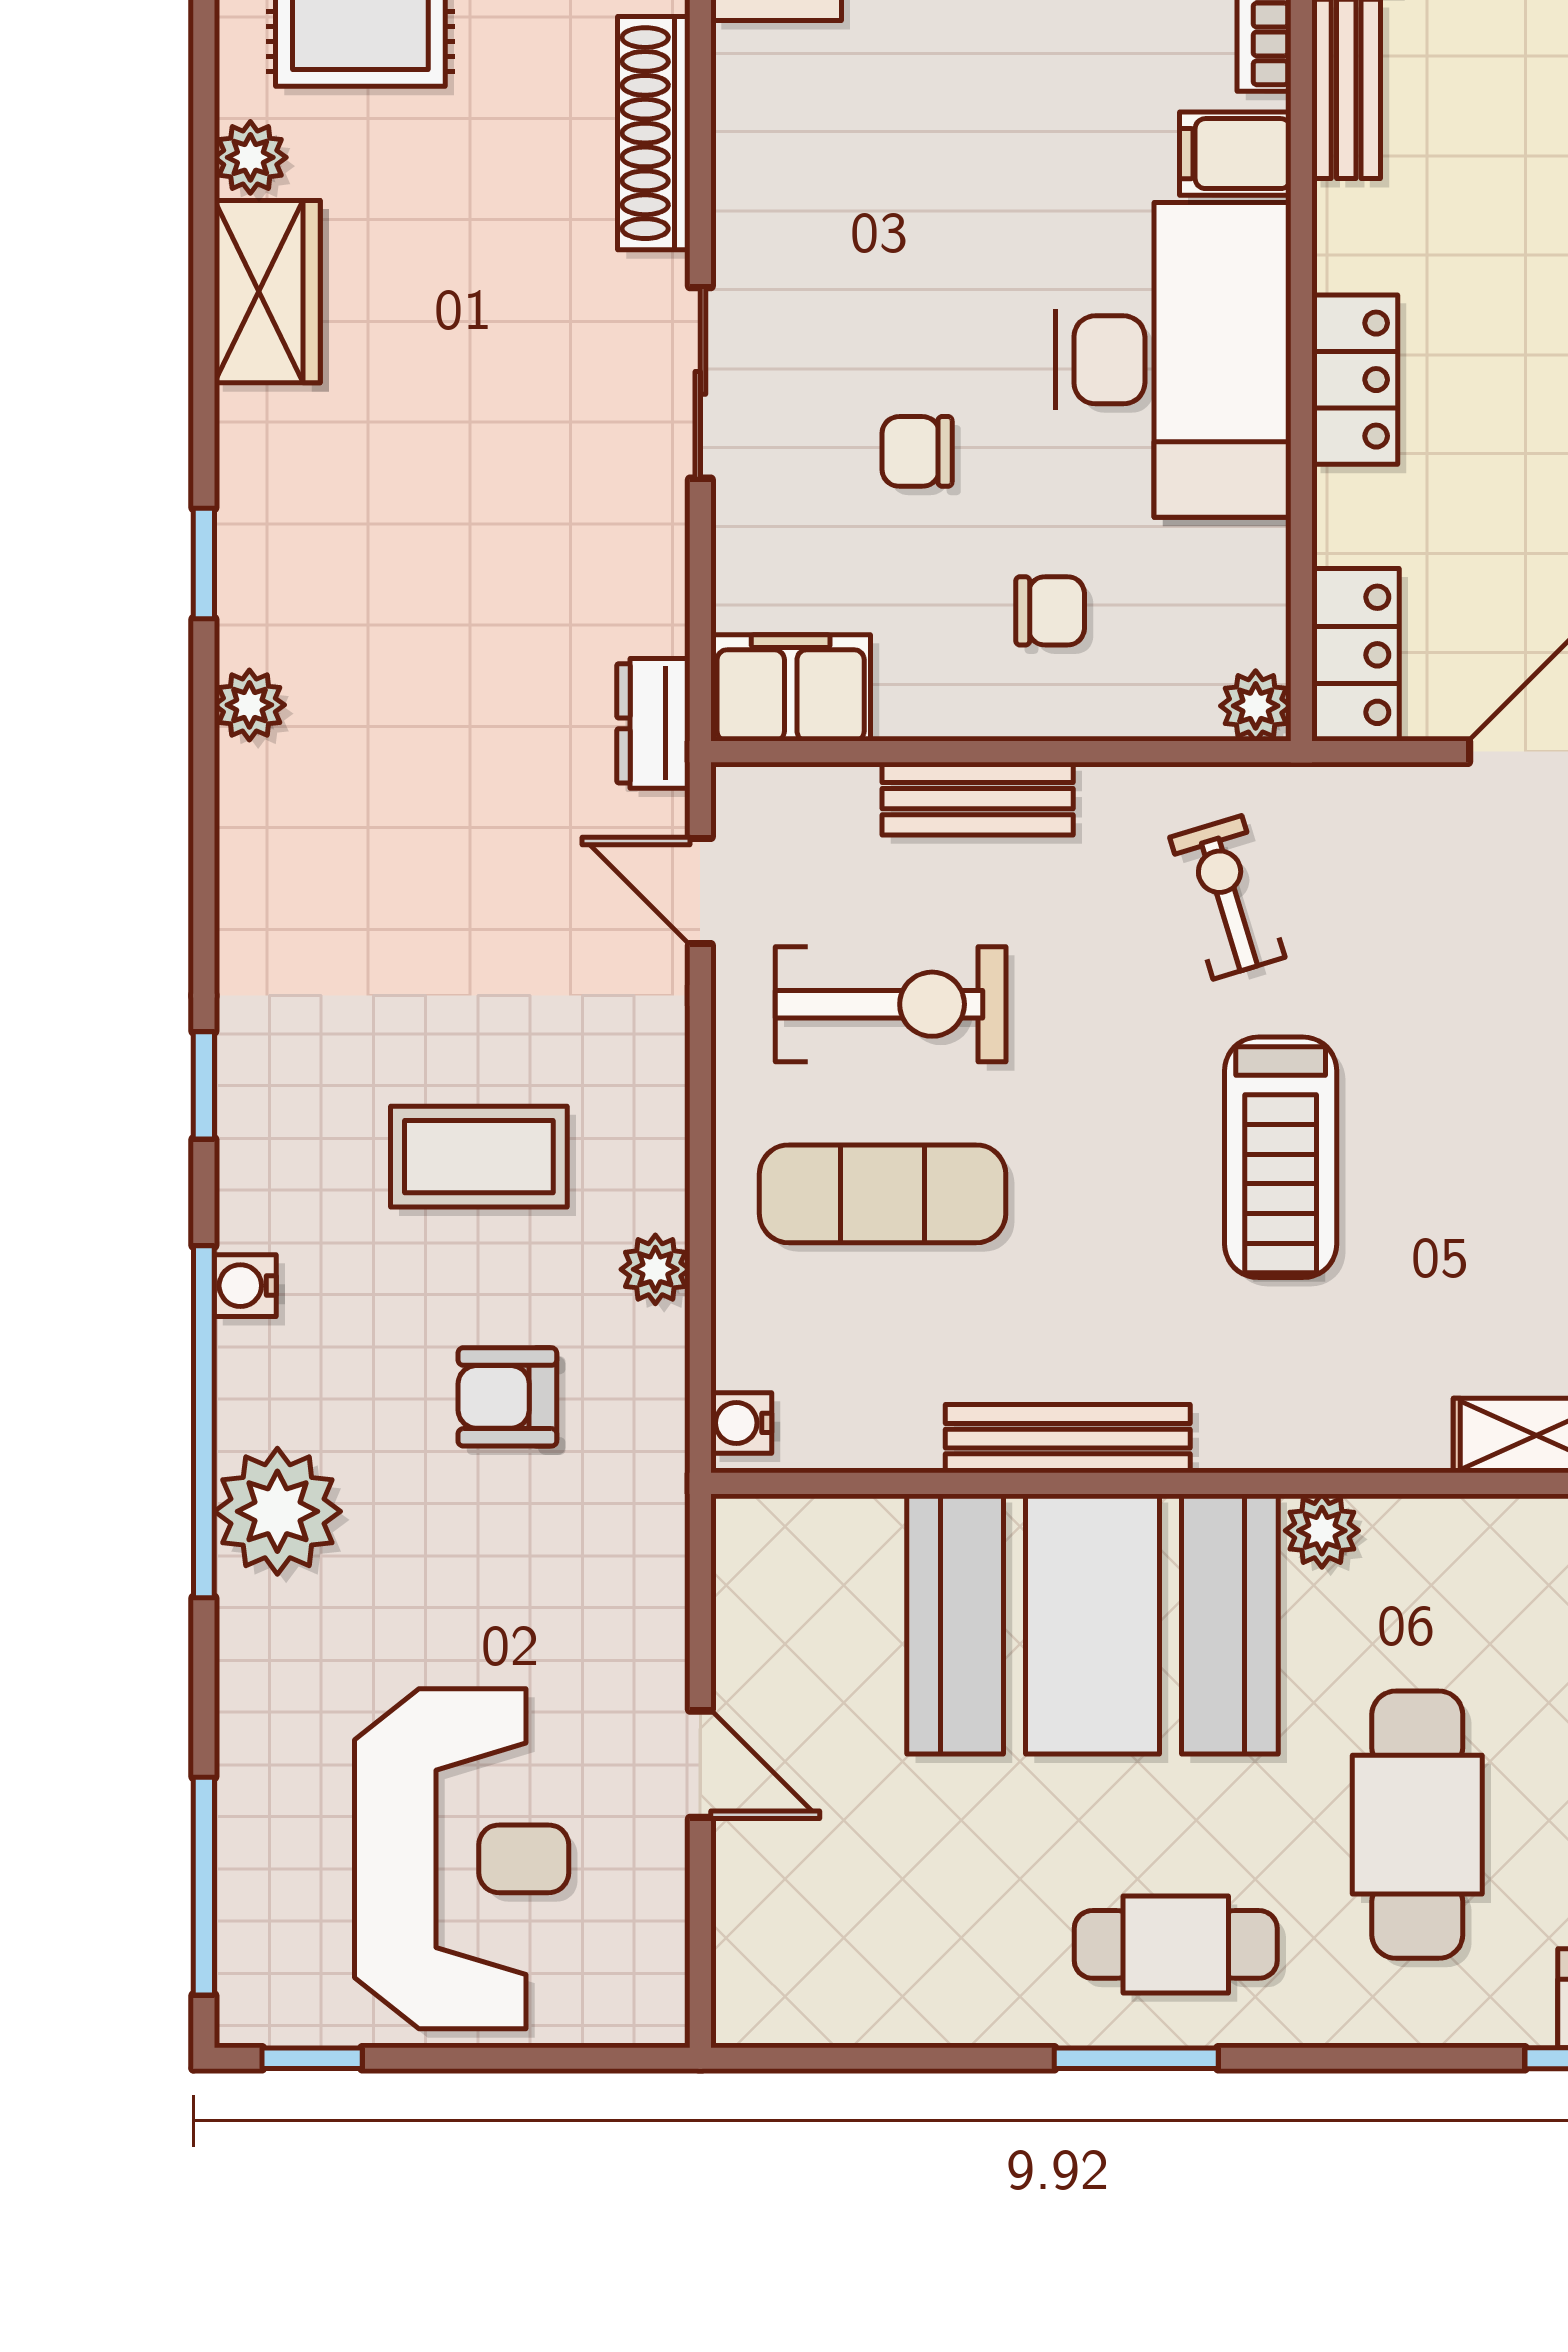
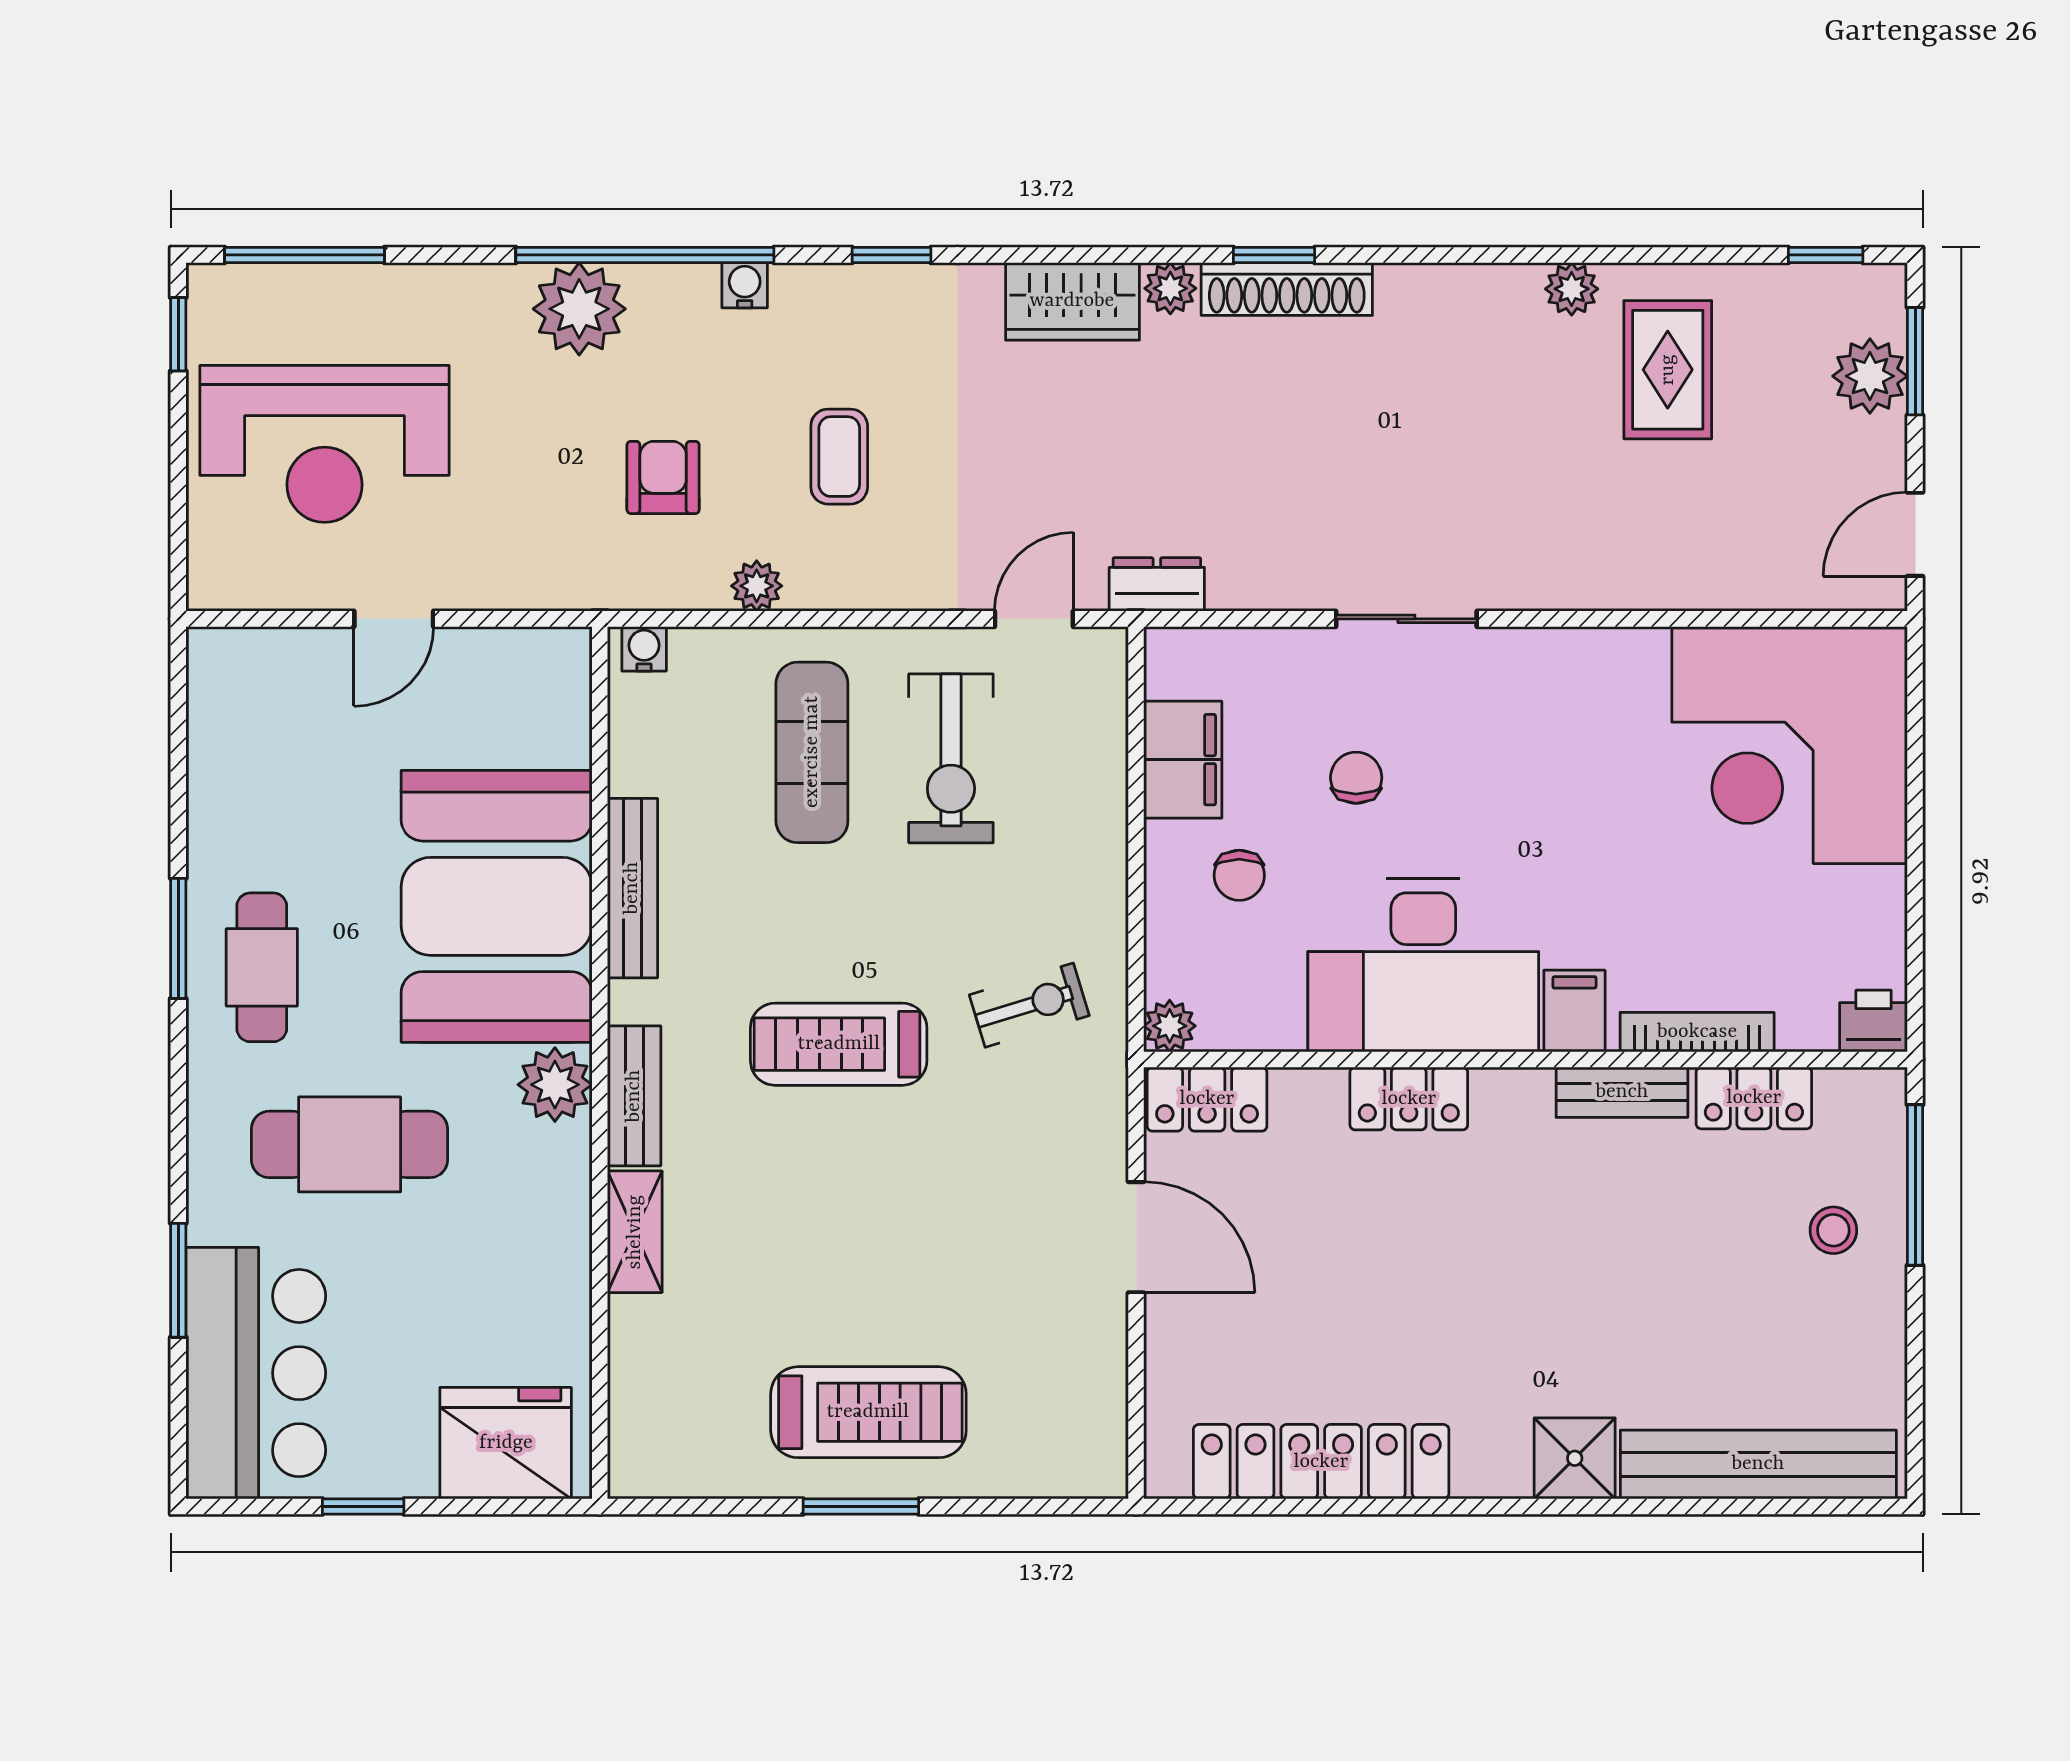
shoe rack: (654, 133) -> (1287, 289), moved, turned 180
wardrobe: (267, 292) -> (1072, 301), moved
filing cabinet: (791, 688) -> (1183, 760), moved
bench: (978, 799) -> (634, 1096), moved
coffee table: (479, 1157) -> (839, 457), width x0.73, depth x0.77
plant: (1322, 1531) -> (555, 1085), width x1.38, depth x1.38

